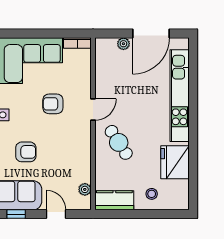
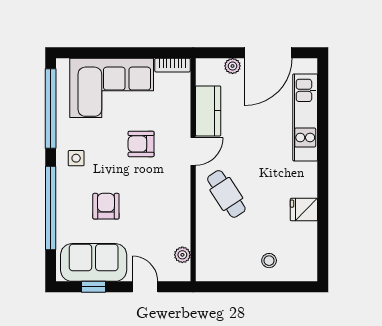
kitchen unit: (180, 96) -> (305, 117), width x0.73
armchair: (26, 152) -> (106, 206), turned -90
fridge: (175, 162) -> (304, 210), width x0.53, depth x0.75
kitchen counter: (114, 200) -> (208, 111), moved, turned 90

